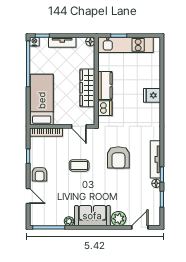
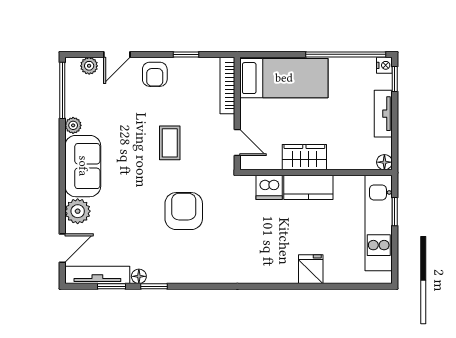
wardrobe: (87, 88) -> (304, 157), width x0.67
fridge: (152, 95) -> (311, 269), moved
door: (79, 126) -> (237, 142), swing flipped
armchair: (118, 157) -> (184, 211), turned 90
tv unit: (155, 159) -> (97, 275), moved
armchair: (40, 174) -> (155, 74), turned -90
plant: (35, 212) -> (89, 66), added
door: (140, 227) -> (62, 248), hinge flipped

